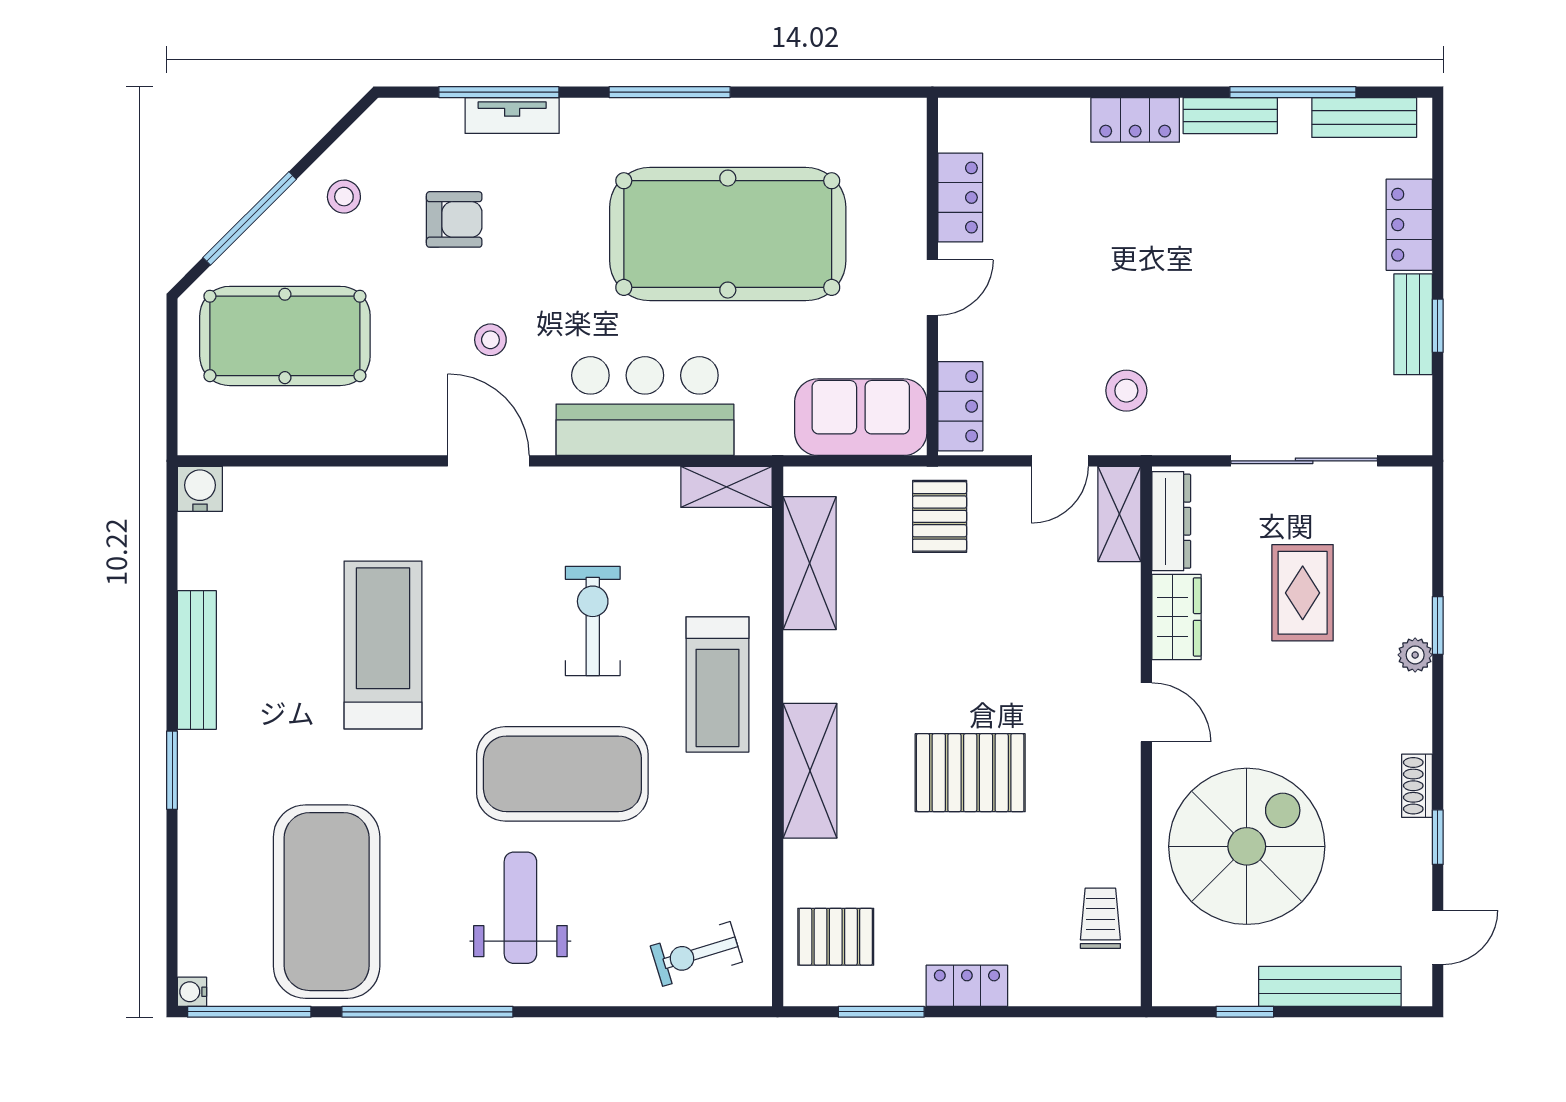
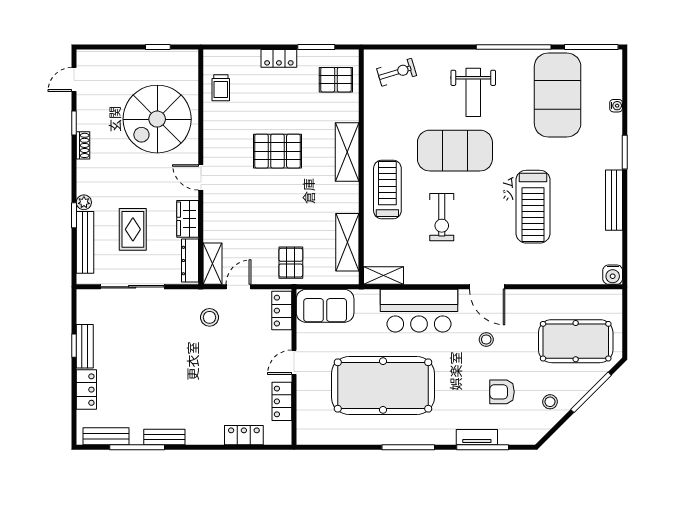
locker: (1135, 120) -> (244, 435), moved
bench: (1330, 986) -> (85, 242), moved, turned 90
water cooler: (192, 992) -> (616, 106), moved

